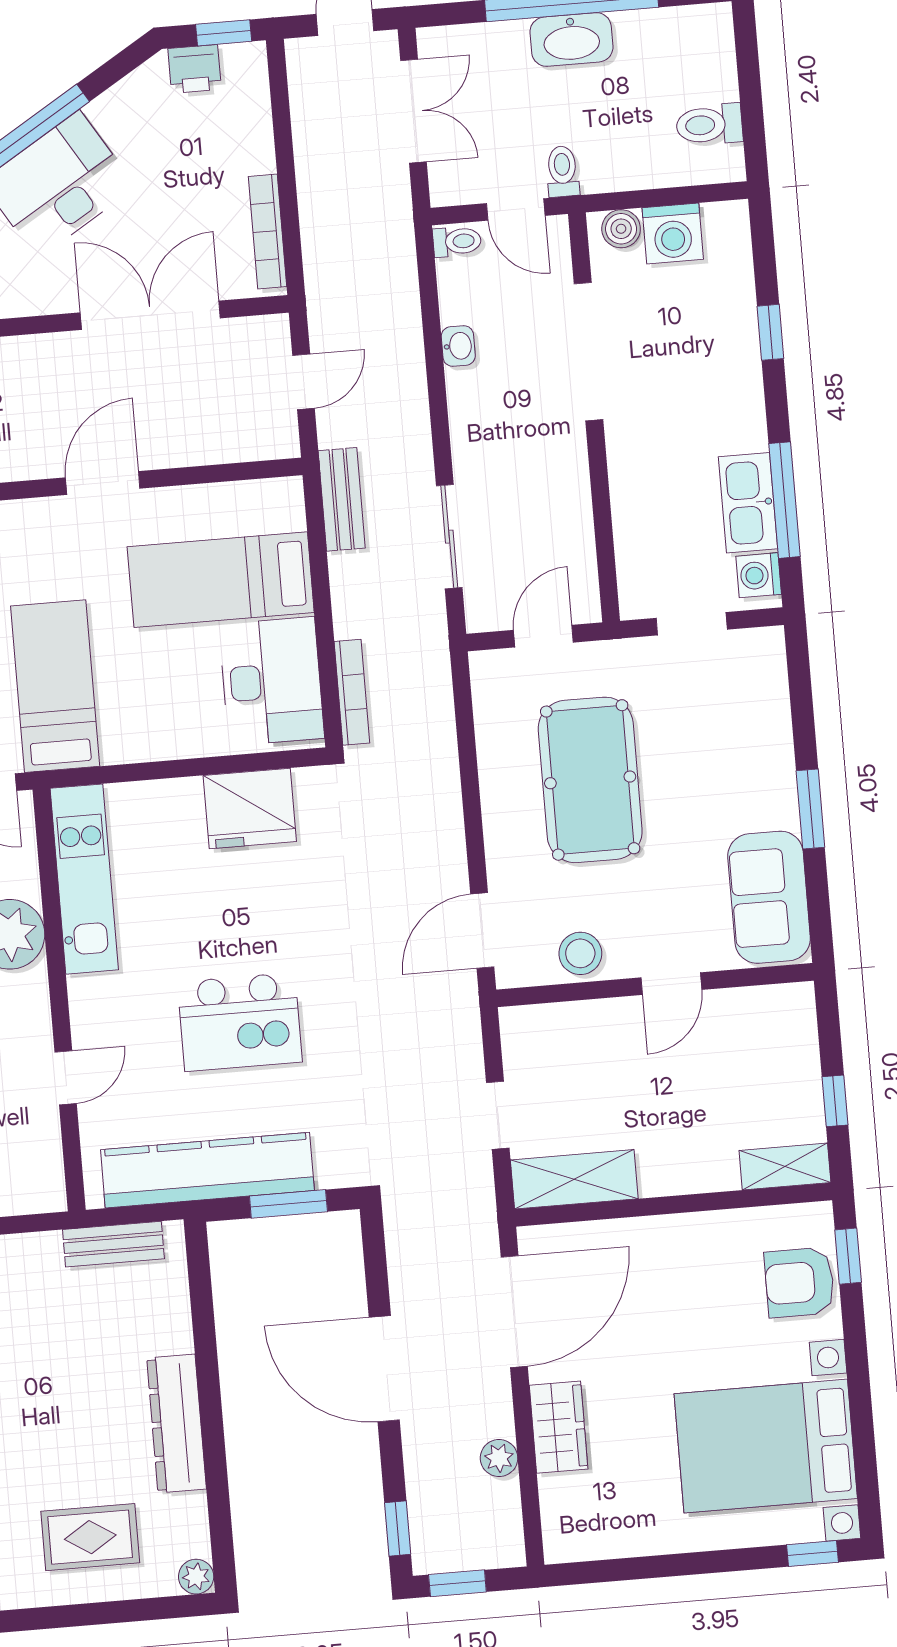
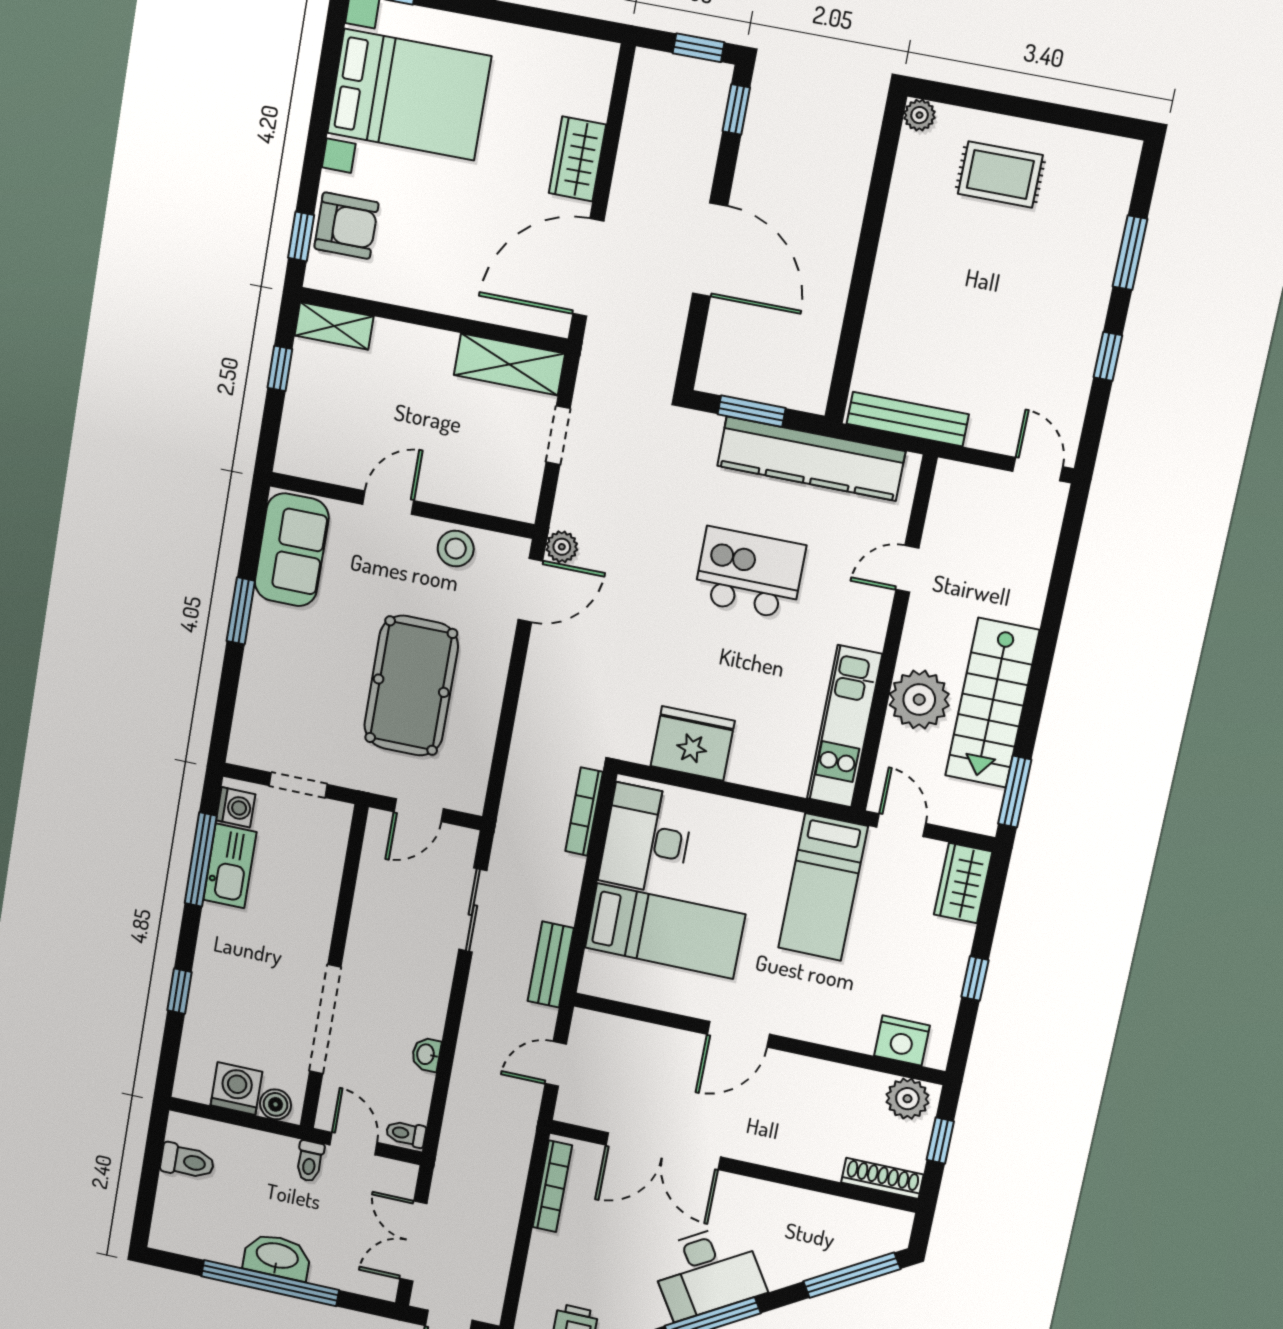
bench: (113, 1244) -> (908, 419), width x1.36
dresser: (177, 1423) -> (898, 252), removed
plant: (499, 1458) -> (562, 547), moved

